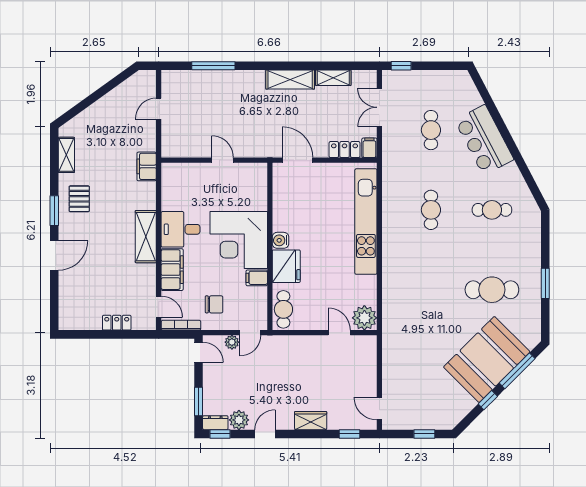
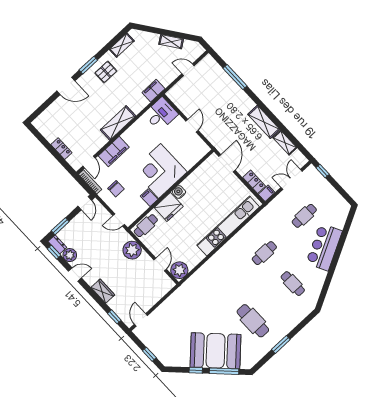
shelving: (112, 99) -> (171, 42), added
desk: (181, 229) -> (161, 114), moved, turned 90
plant: (232, 342) -> (132, 250), moved, width x1.88, depth x1.88

